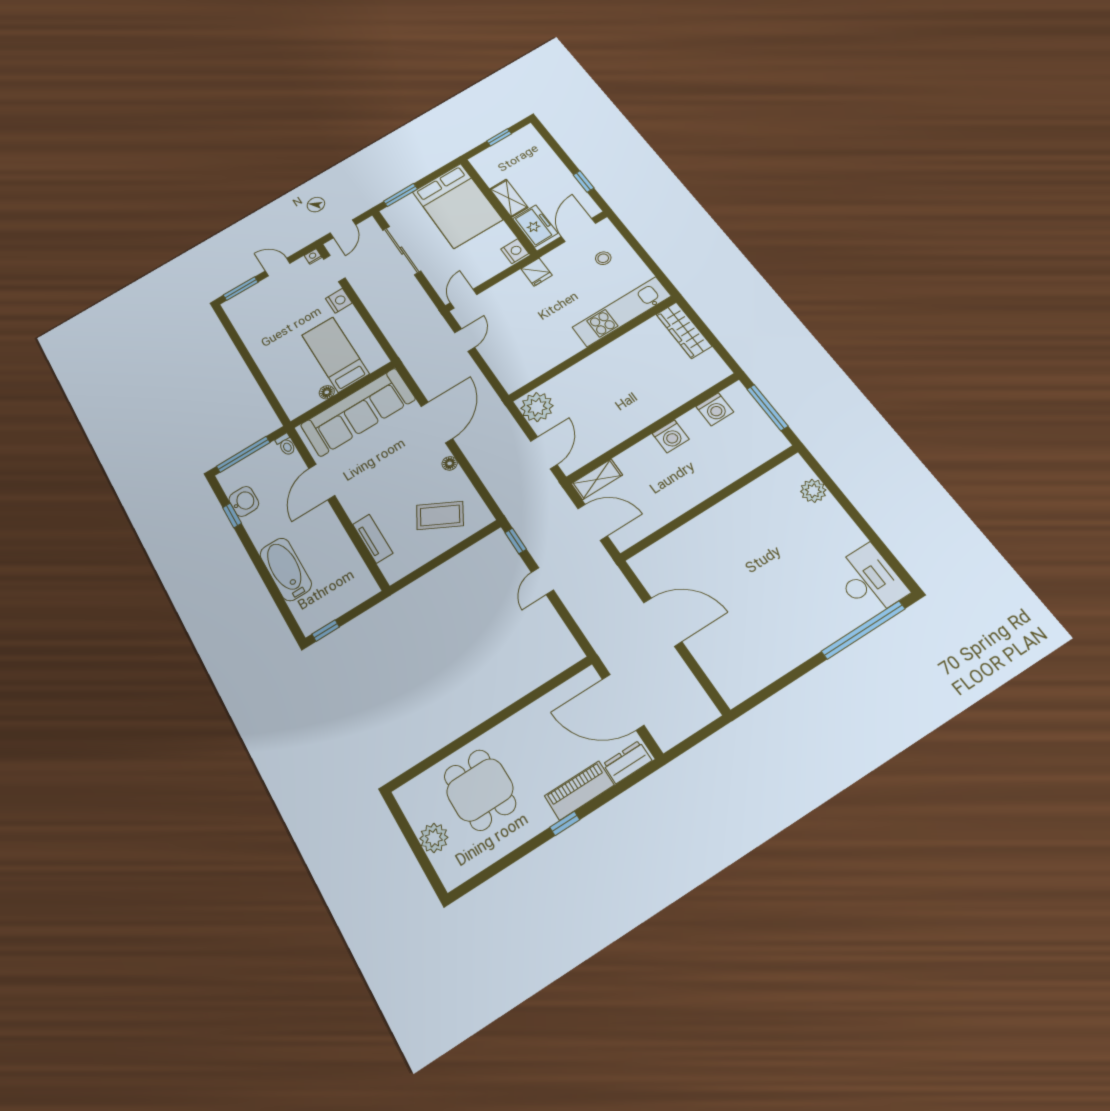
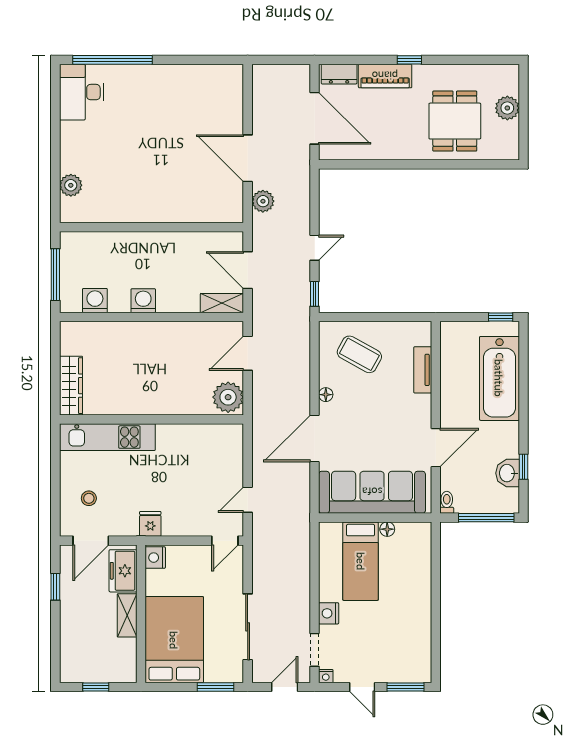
bathtub: (286, 569) -> (499, 378), width x1.36, depth x1.36
plant: (620, 592) -> (263, 201), added

